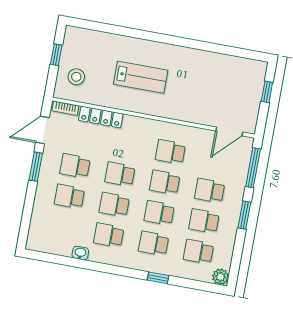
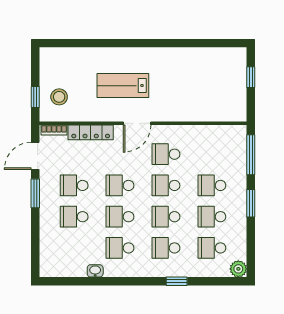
window: (56, 55) -> (35, 97), moved
lab bench: (141, 77) -> (123, 86), turned 180
door: (229, 131) -> (137, 123), moved

